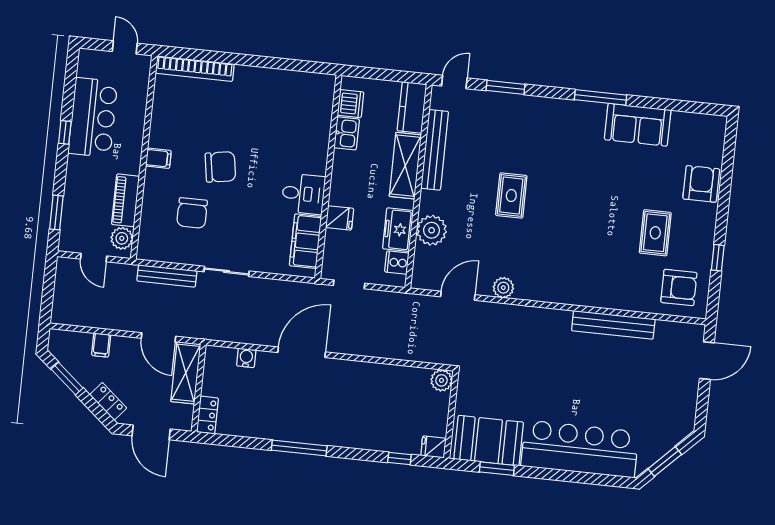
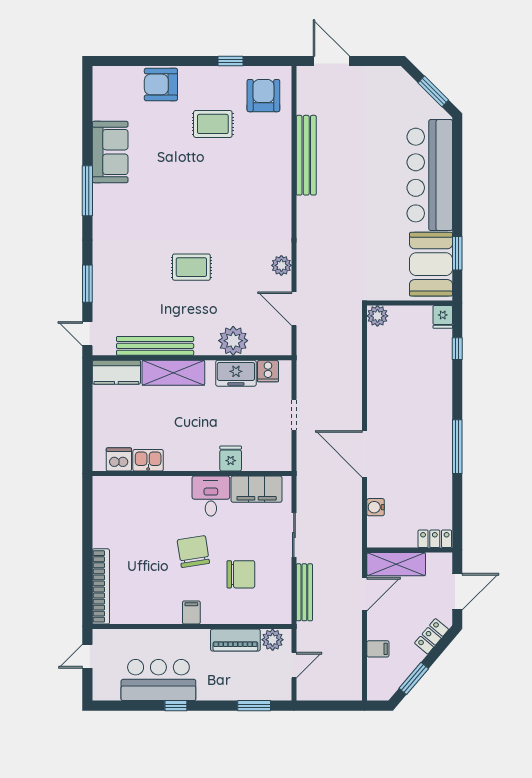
dishwasher: (351, 104) -> (119, 459), moved
kitchen sink: (347, 133) -> (148, 460), moved
wall: (328, 177) -> (192, 474), moved
desk: (303, 194) -> (211, 496), moved
fridge: (340, 218) -> (231, 458), moved
filing cabinet: (306, 241) -> (257, 489), moved

